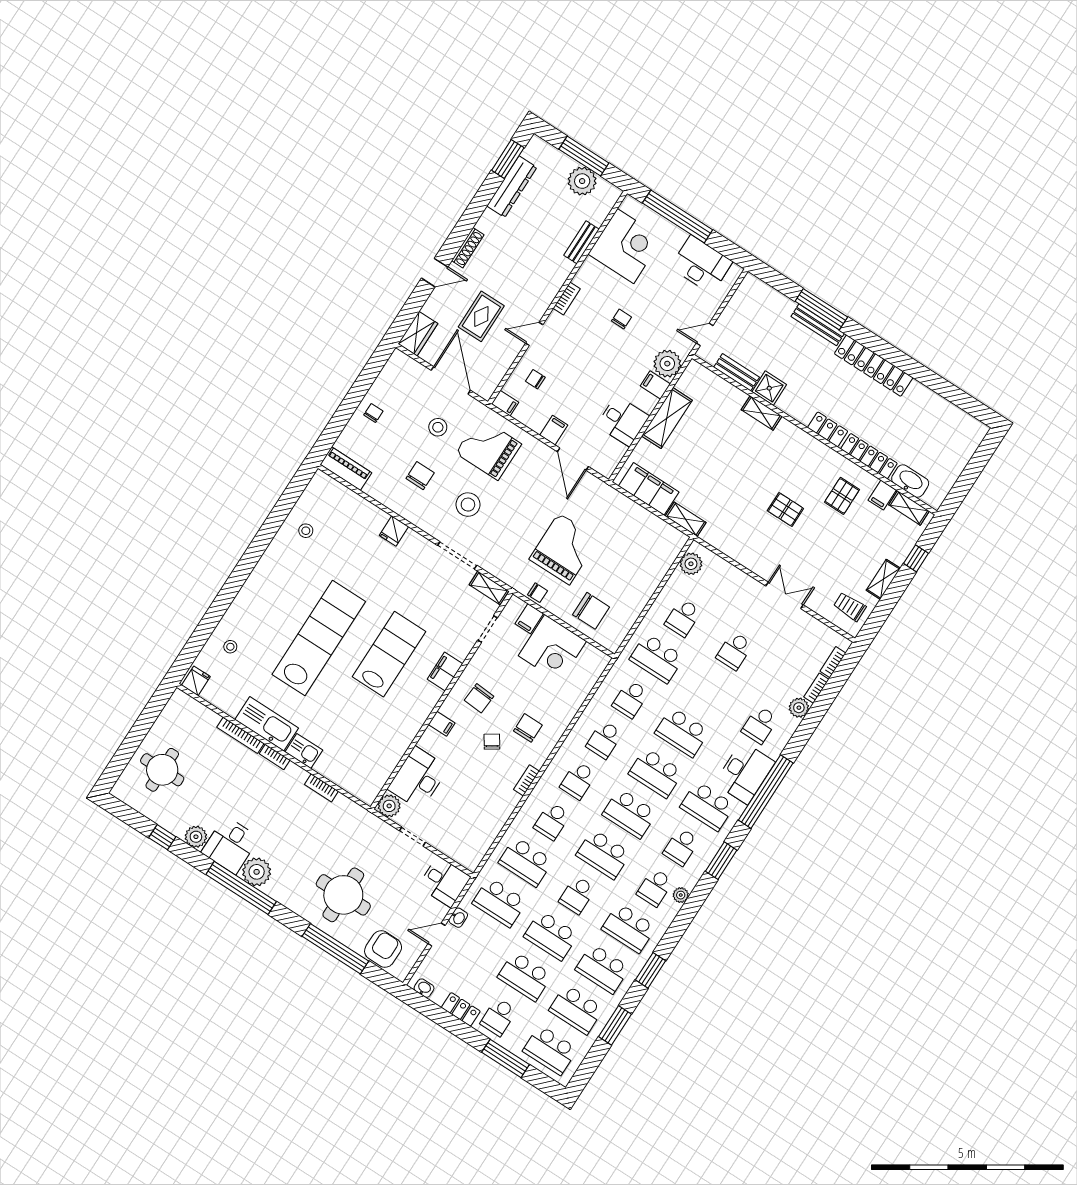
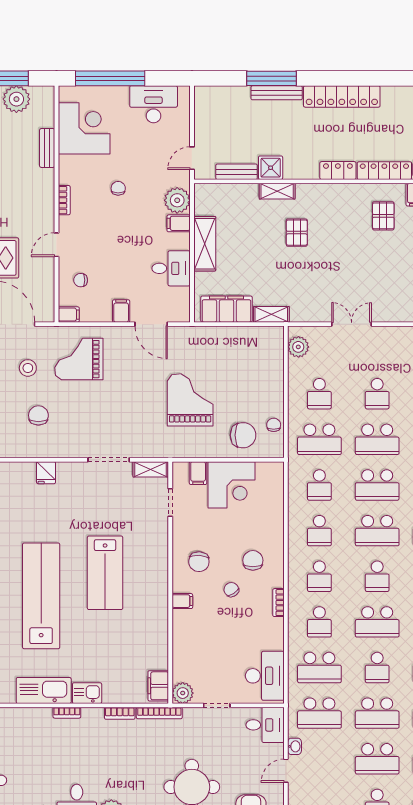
stool: (468, 505) -> (91, 414), removed
pallet: (785, 510) -> (297, 233), moved, turned 90
chair: (538, 593) -> (274, 425), moved, turned -90
double door: (785, 595) -> (352, 324), moved
lab bench: (389, 654) -> (105, 573), turned 180
filing cabinet: (445, 672) -> (158, 686), moved
school desk: (708, 692) -> (377, 439), added
bookcase: (240, 735) -> (159, 713), moved
desk: (418, 778) -> (265, 676), moved, turned 180
school desk: (630, 814) -> (377, 576), width x0.54

